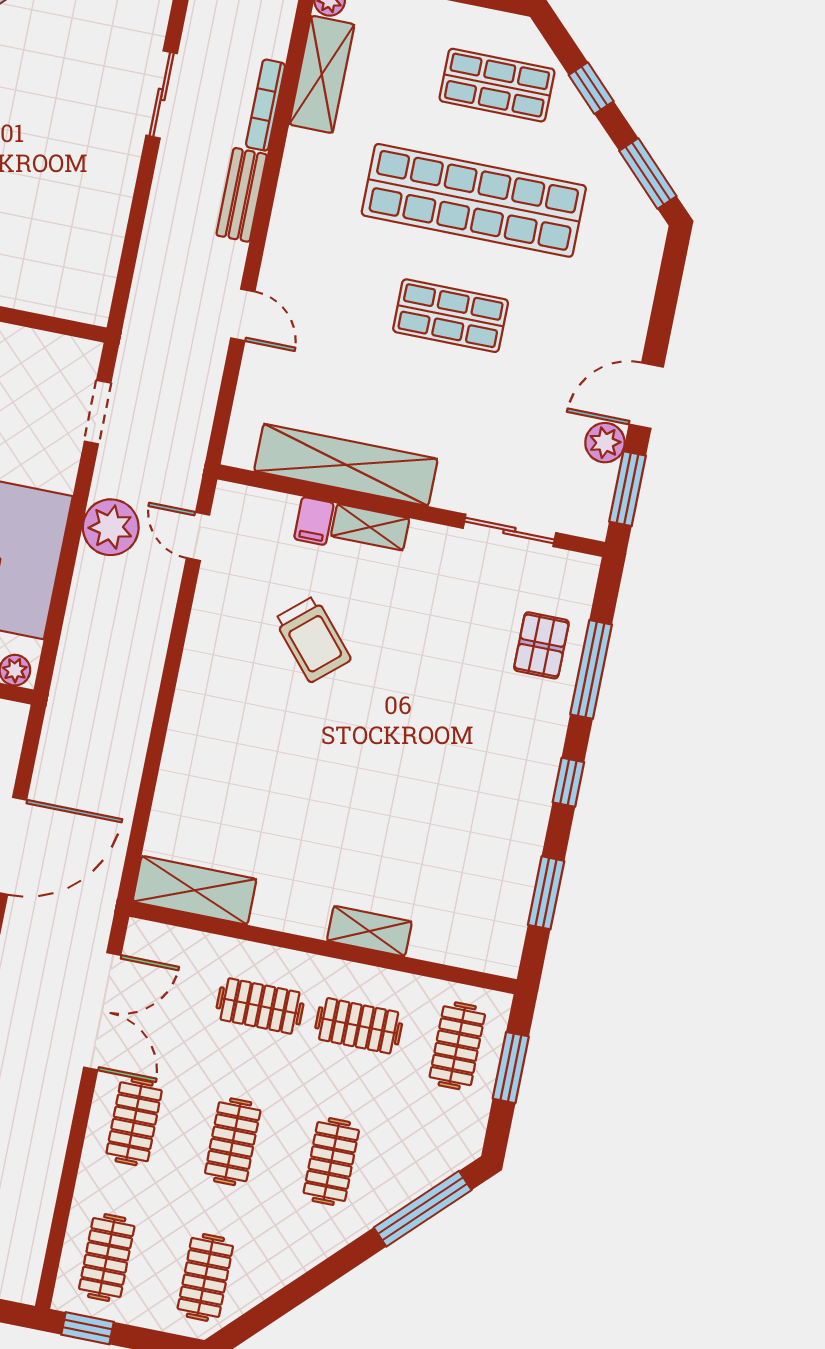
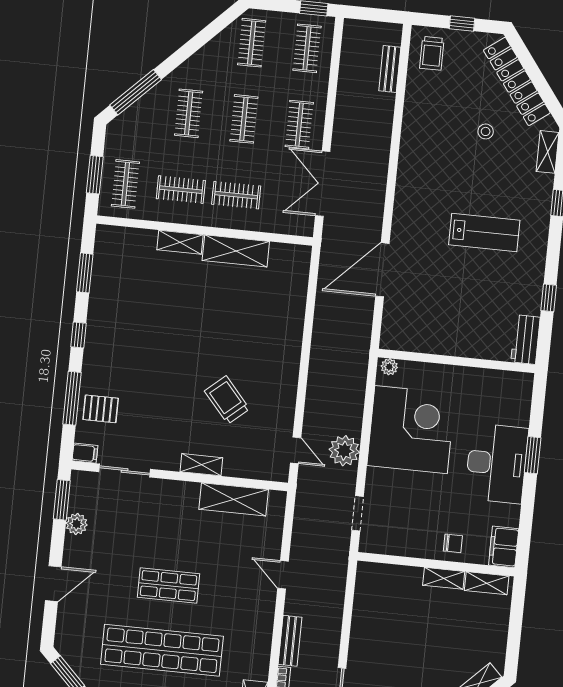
door: (646, 396) -> (53, 584), moved
shelving: (346, 465) -> (234, 499), width x0.68
filing cabinet: (314, 521) -> (85, 453), moved, turned 90
pallet: (541, 645) -> (101, 409), turned 90
shelving: (195, 890) -> (236, 251), moved

